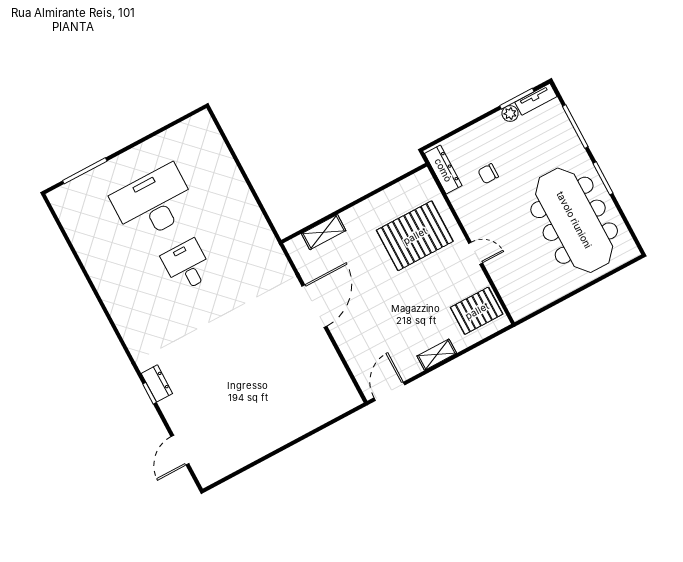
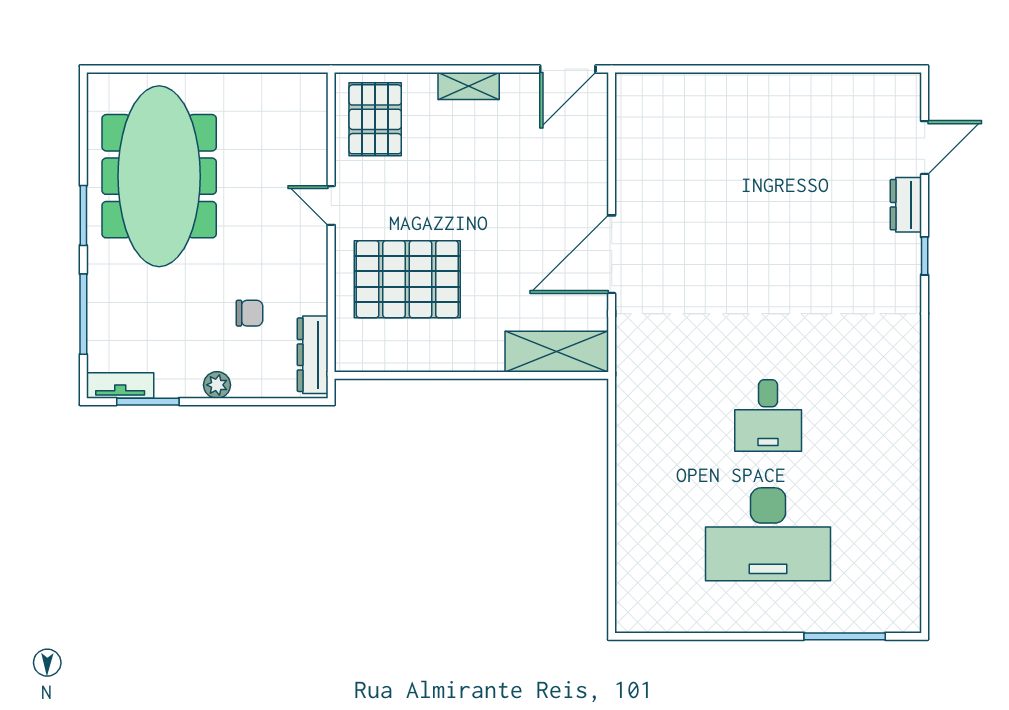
plant: (510, 114) -> (217, 385), moved
shelving: (324, 232) -> (557, 352), width x1.50, depth x1.33
pallet: (477, 311) -> (375, 119), turned 90
dresser: (157, 383) -> (906, 205), moved

